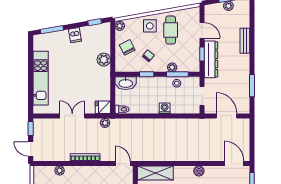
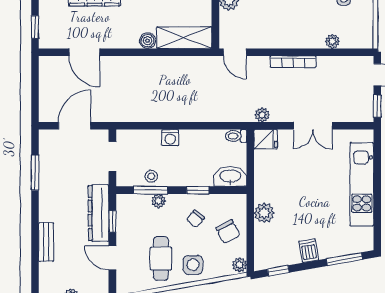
door: (226, 116) -> (75, 126), swing flipped
door: (234, 164) -> (84, 52), moved
boiler: (199, 171) -> (147, 41), moved

